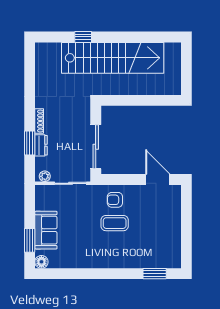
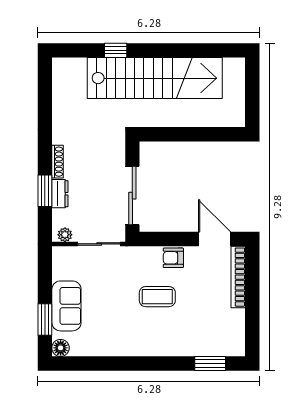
armchair: (115, 200) -> (173, 258), moved
bookcase: (176, 208) -> (238, 277), added

